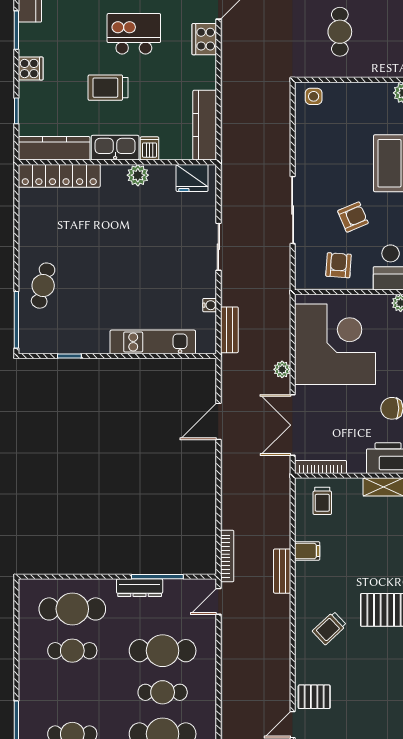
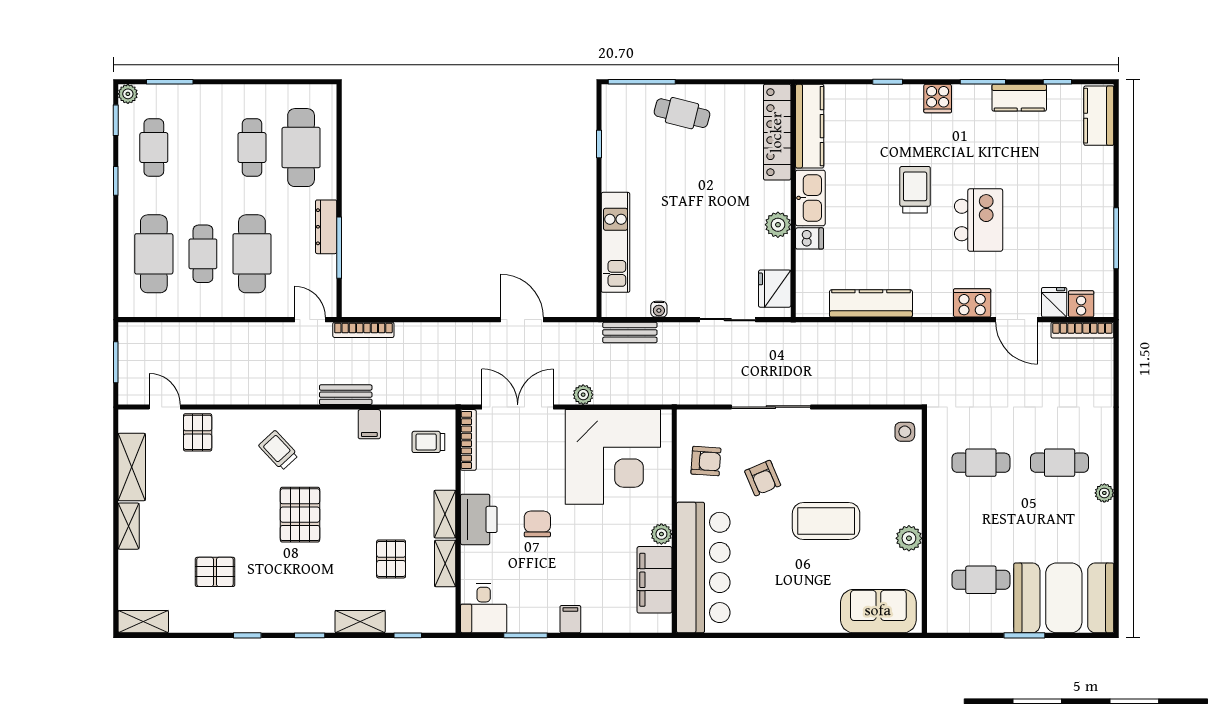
kitchen counter: (54, 148) -> (810, 126), moved
kitchen sink: (115, 148) -> (810, 198), moved
dishwasher: (150, 148) -> (809, 238), moved
wall: (117, 162) -> (793, 201), moved
plant: (138, 175) -> (778, 225), moved
locker: (59, 176) -> (777, 132), moved
fridge: (192, 178) -> (775, 289), moved

